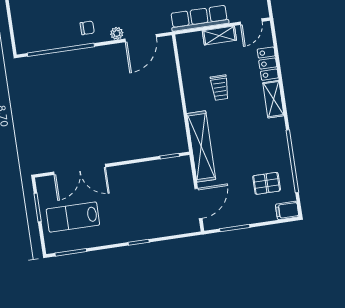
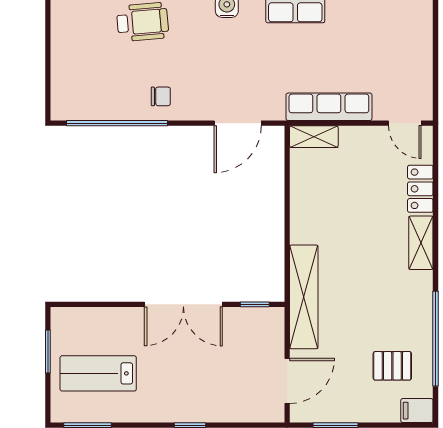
door: (251, 22) -> (405, 123), hinge flipped
plant: (117, 33) -> (203, 111), removed
shelving: (219, 36) -> (314, 137), moved
trolley: (220, 88) -> (344, 214), removed
double door: (80, 169) -> (183, 304), moved

